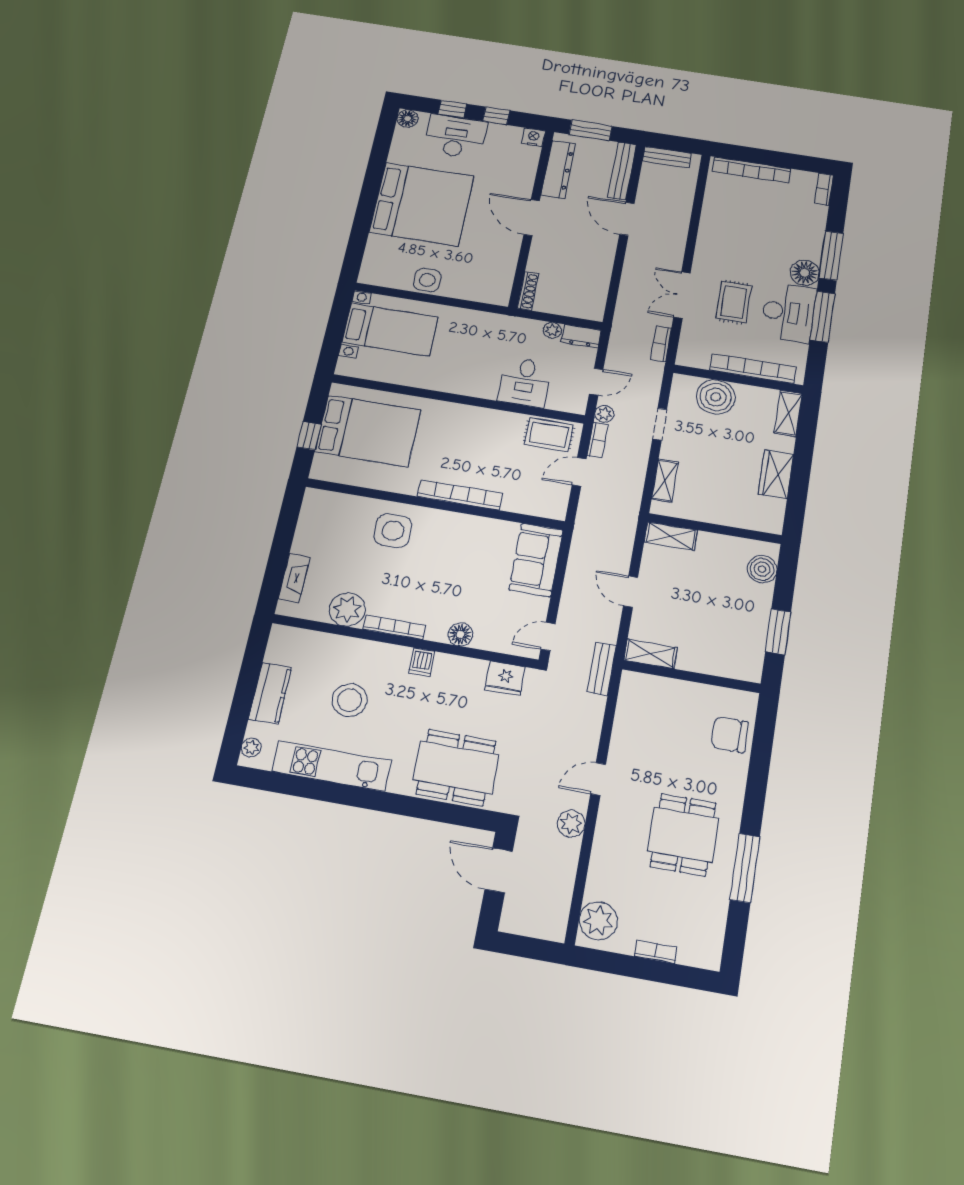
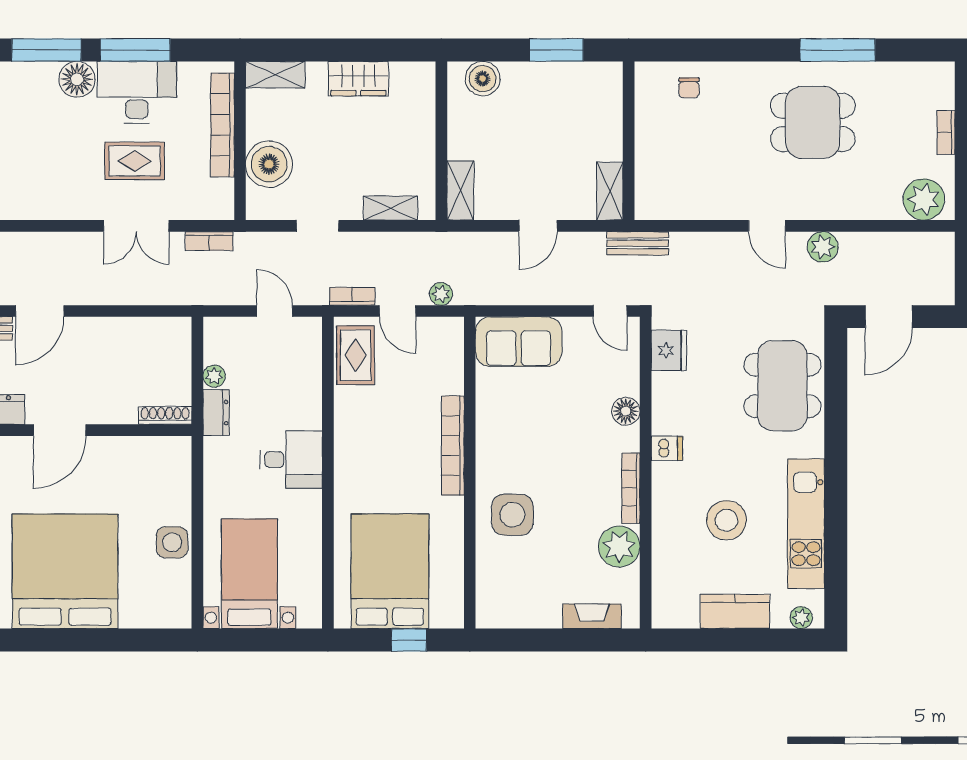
dresser: (581, 336) -> (216, 413), moved
desk: (525, 382) -> (291, 460), moved
plant: (604, 414) -> (441, 294), moved
chair: (730, 735) -> (689, 88), width x0.54, depth x0.54

